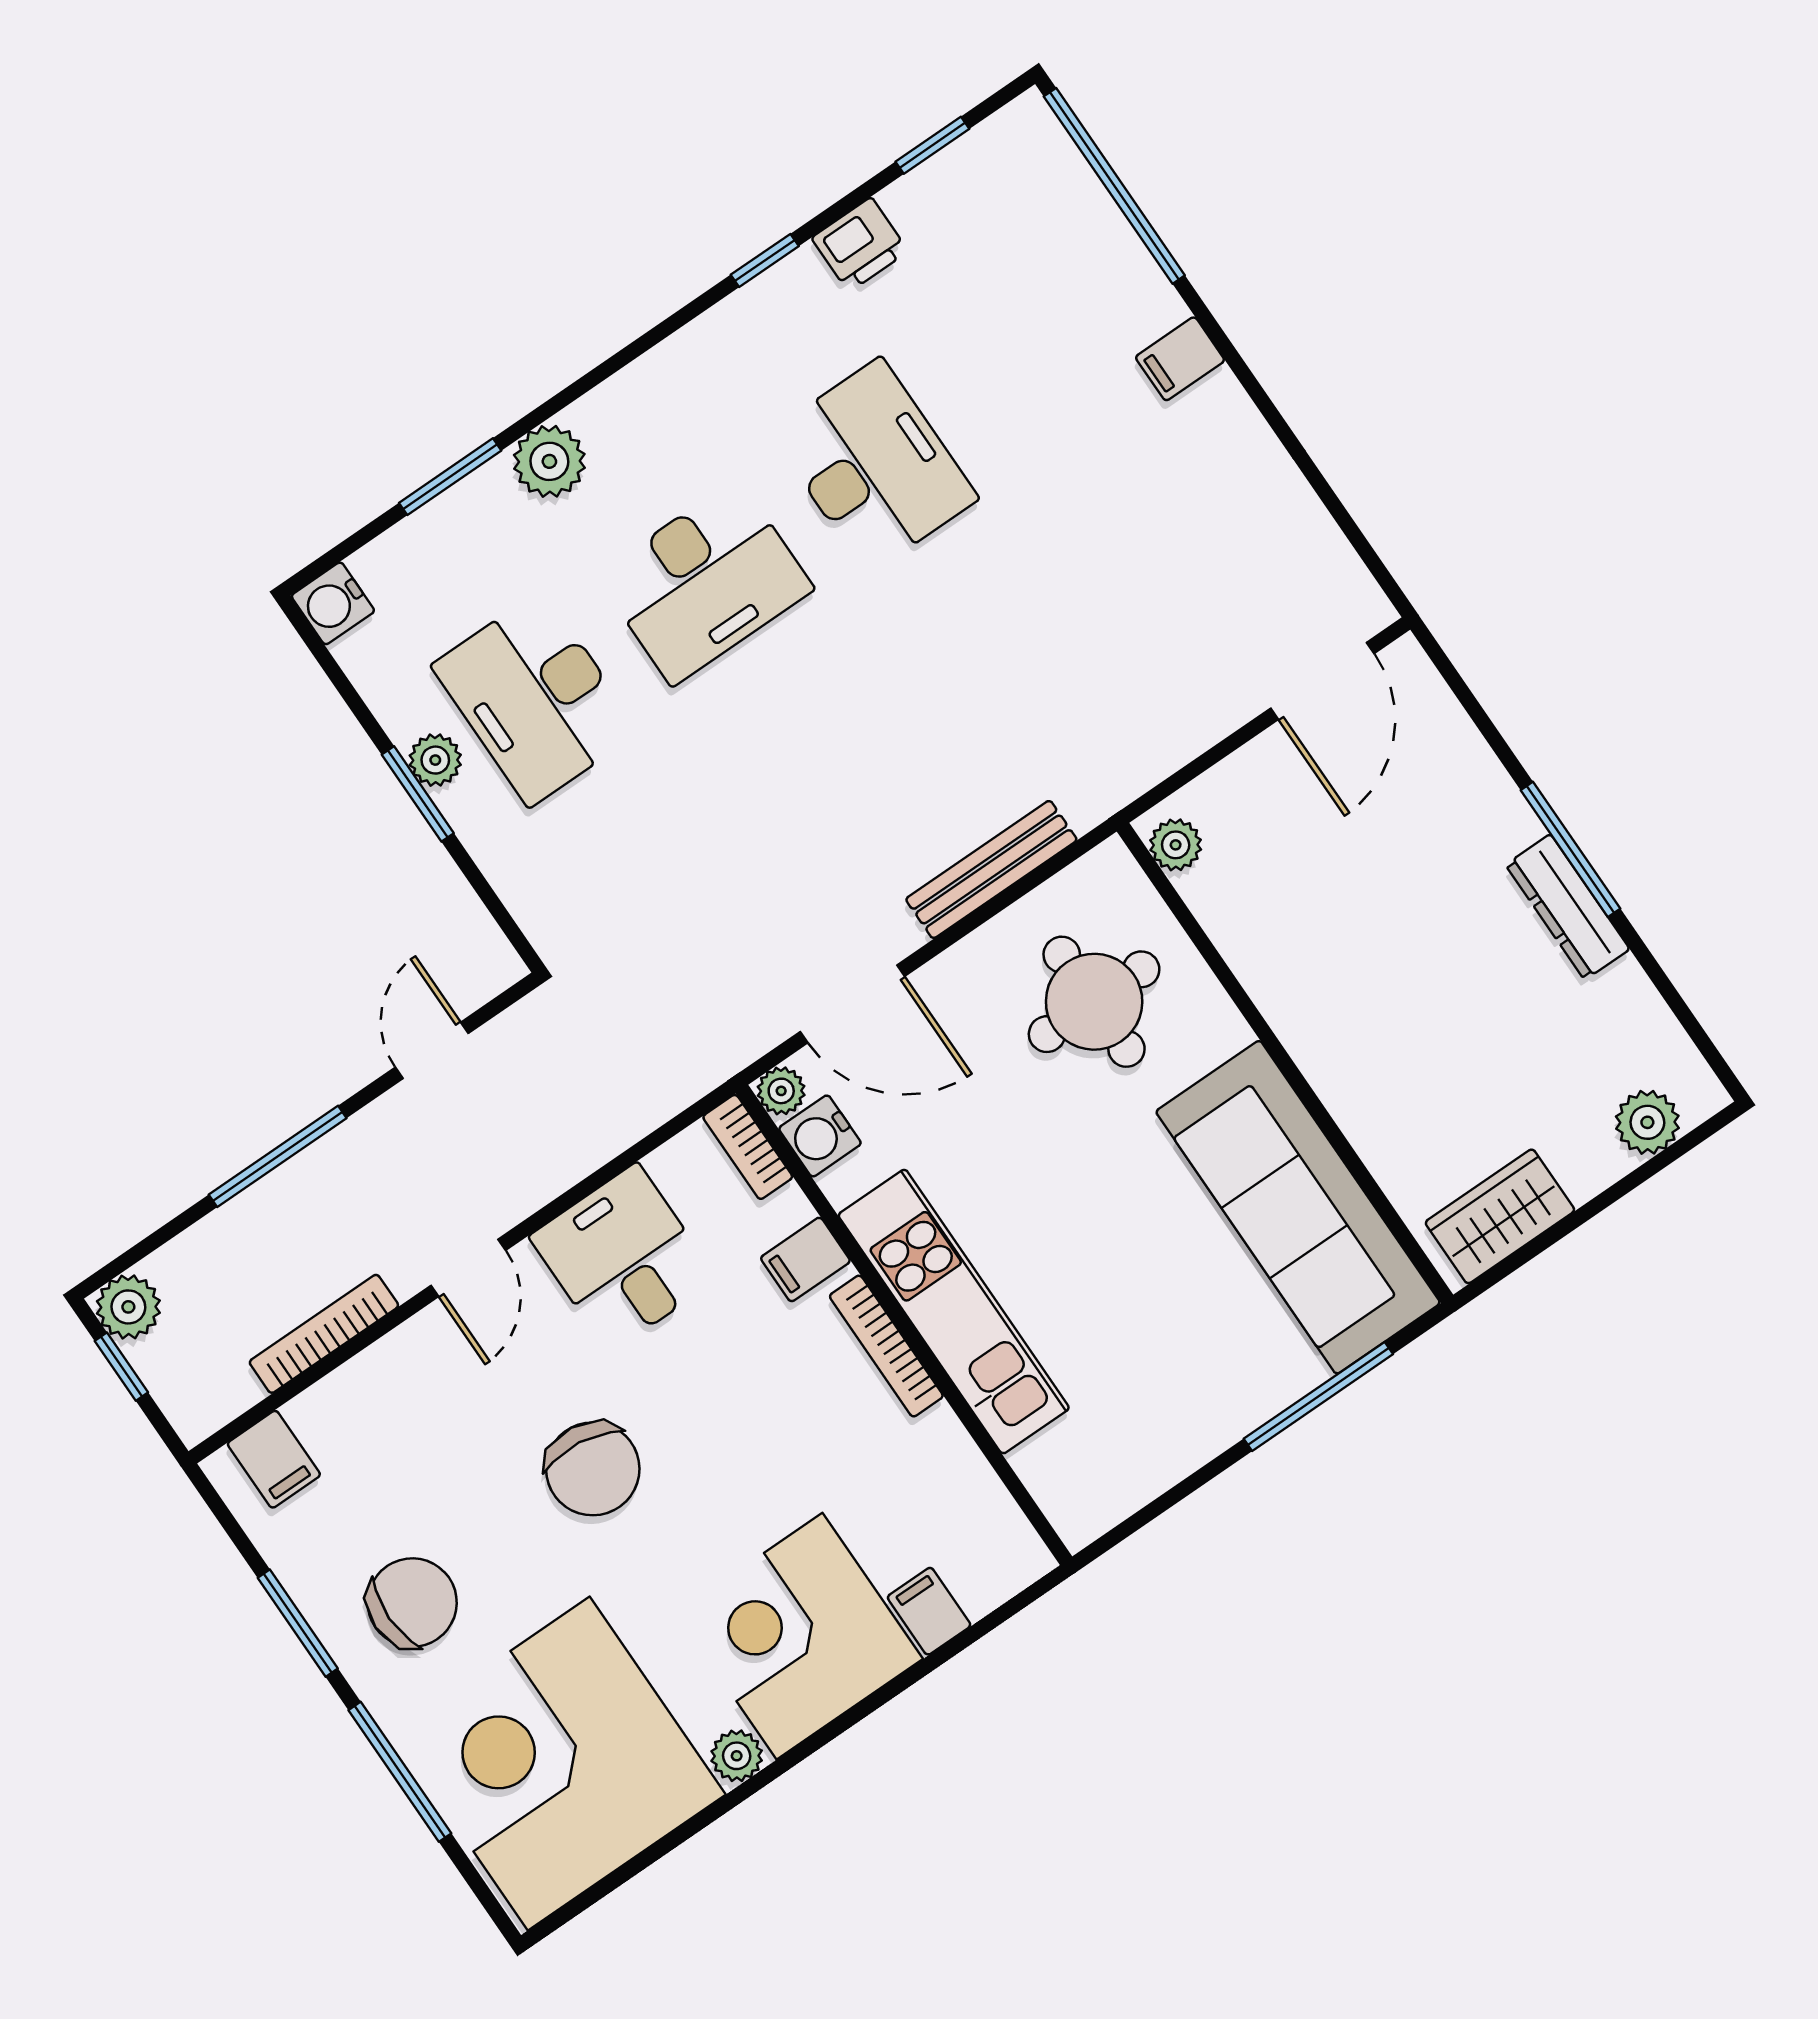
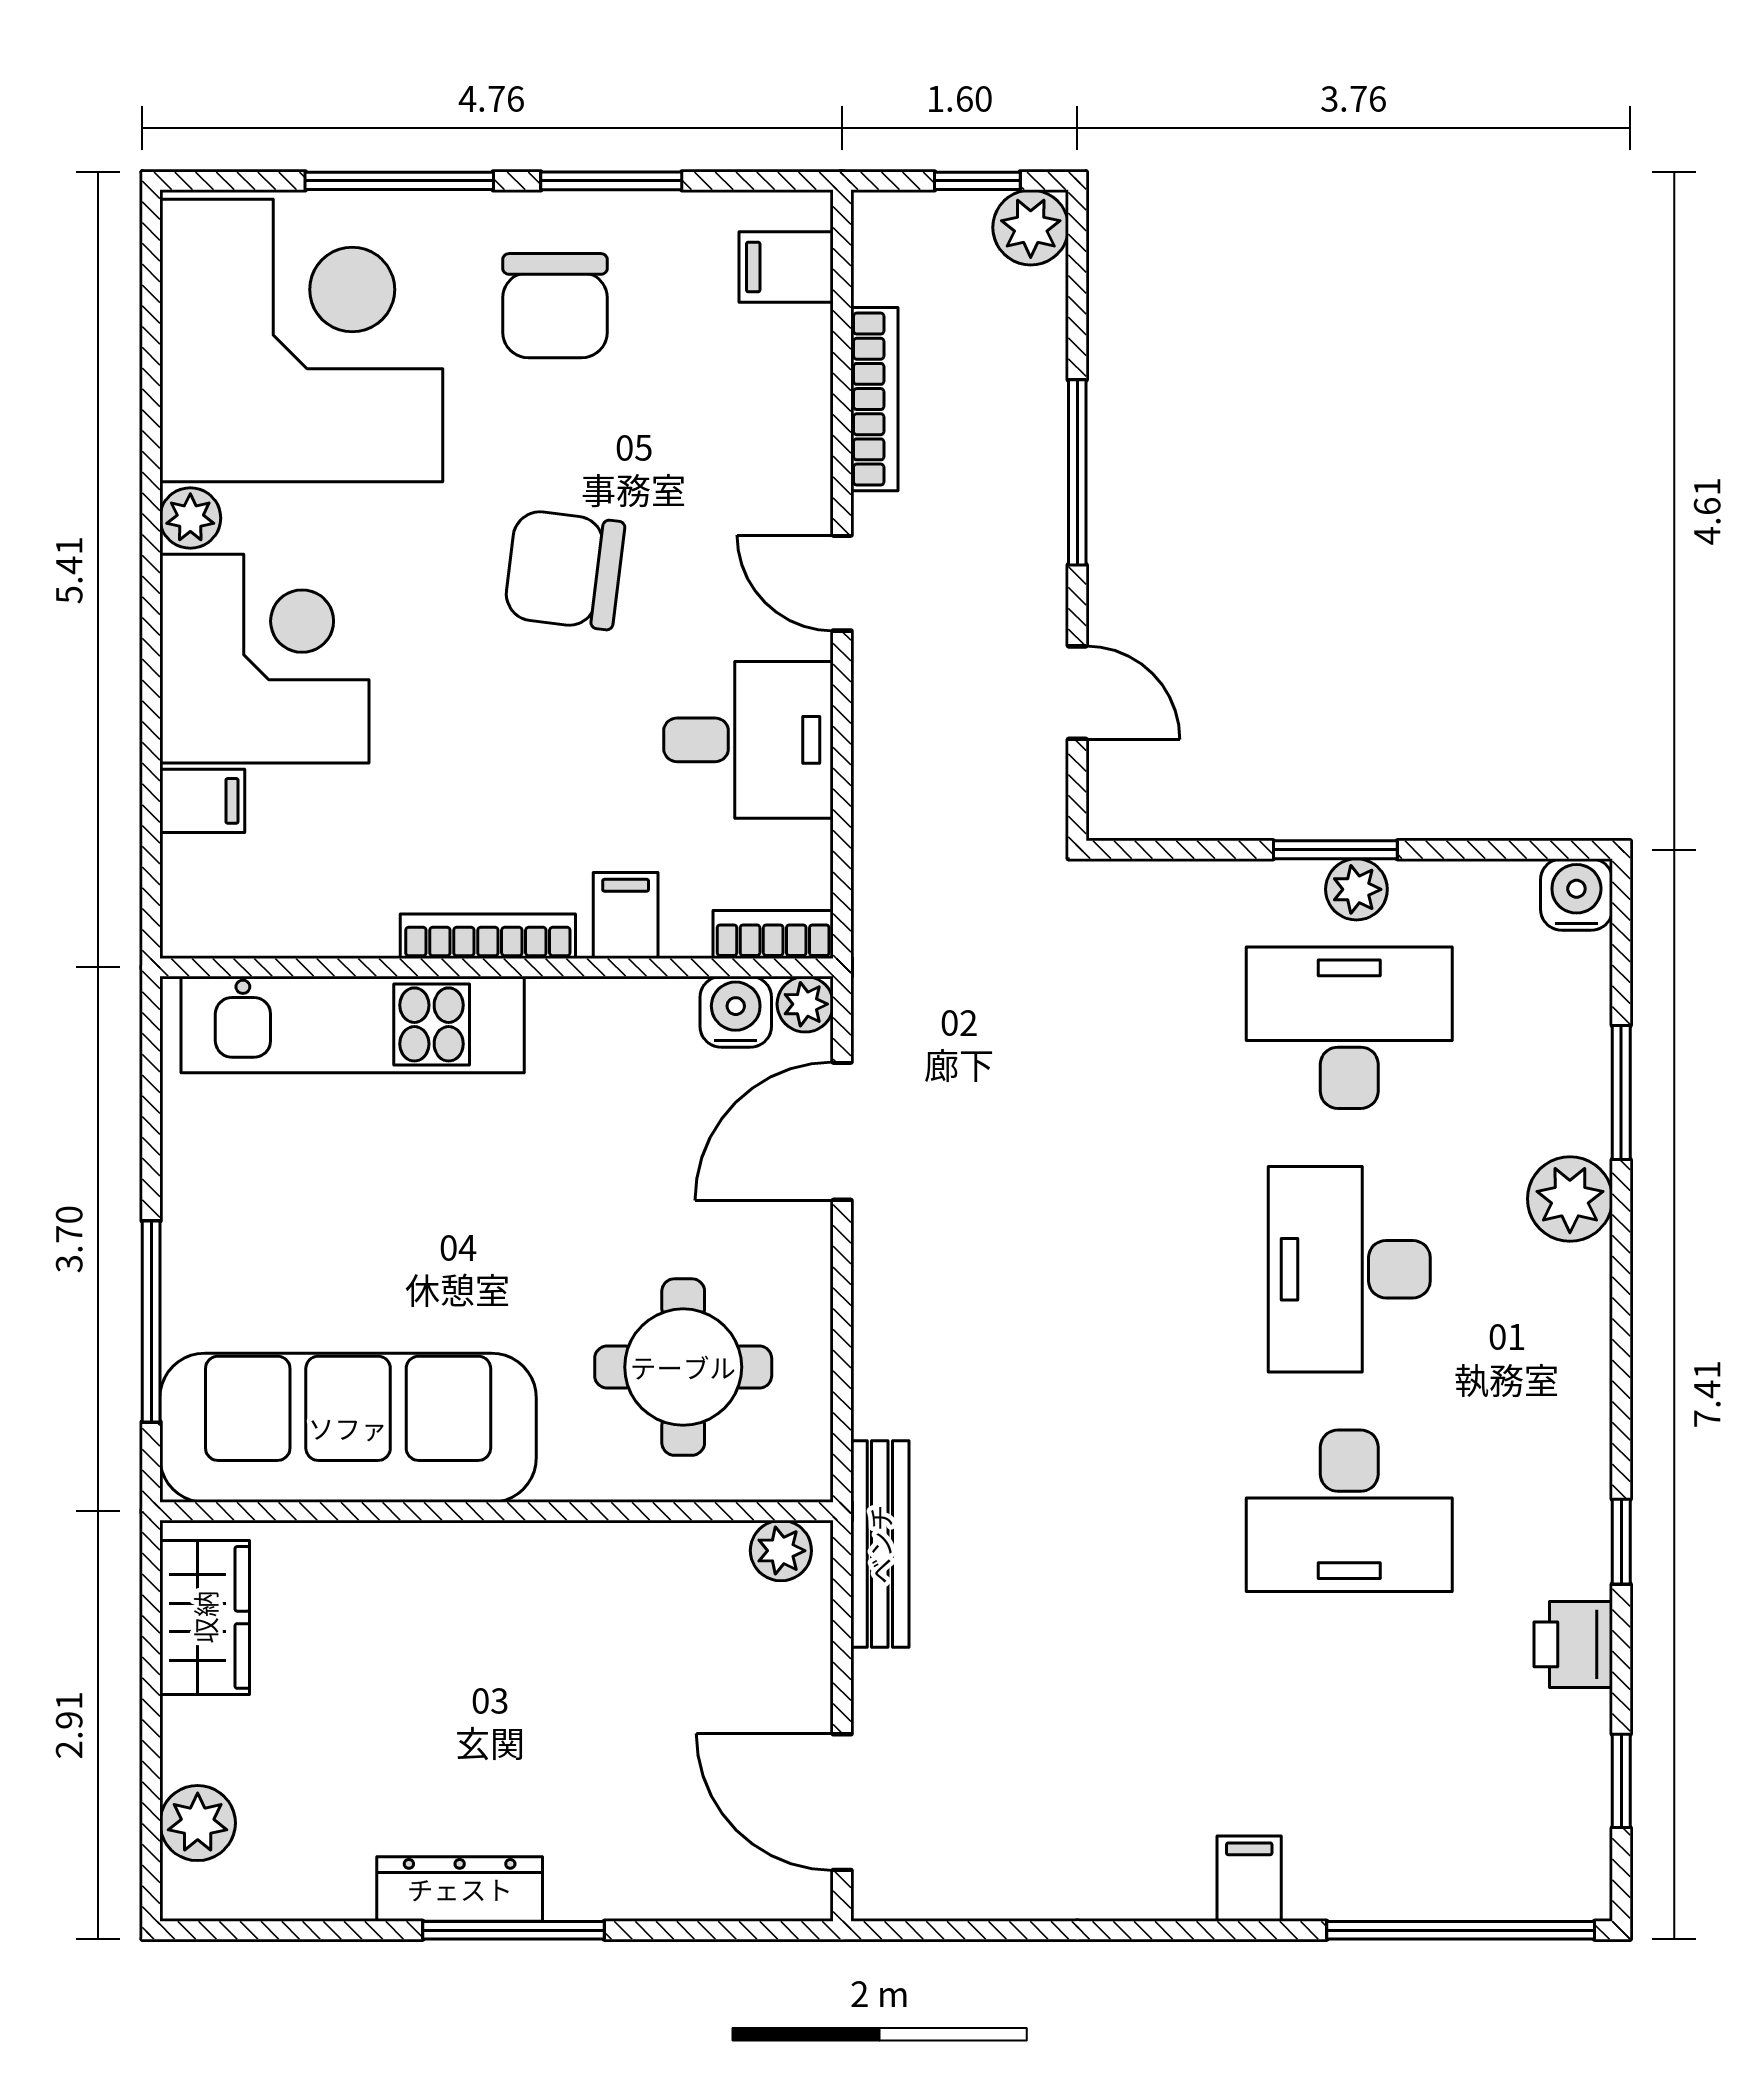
bench: (991, 869) -> (880, 1544), moved
kitchen unit: (954, 1312) -> (353, 1024), moved

